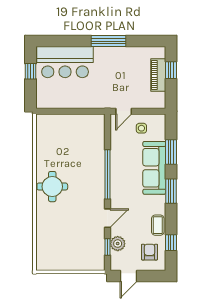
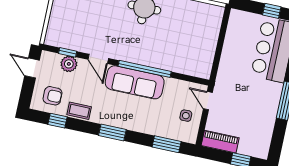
piano: (158, 75) -> (220, 142), moved
window: (171, 152) -> (167, 144), moved
sofa: (154, 168) -> (135, 82), moved, turned 180

